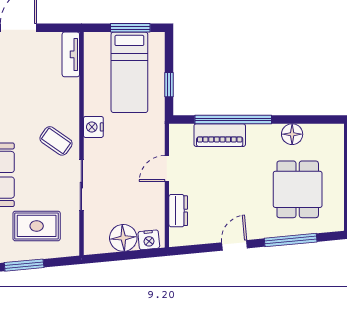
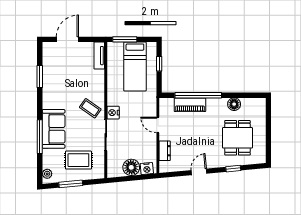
window: (130, 28) -> (125, 39), moved
window: (169, 85) -> (159, 64), moved
nightstand: (93, 127) -> (113, 113), moved
door: (167, 169) -> (158, 125), hinge flipped
window: (291, 240) -> (233, 169), width x0.46

